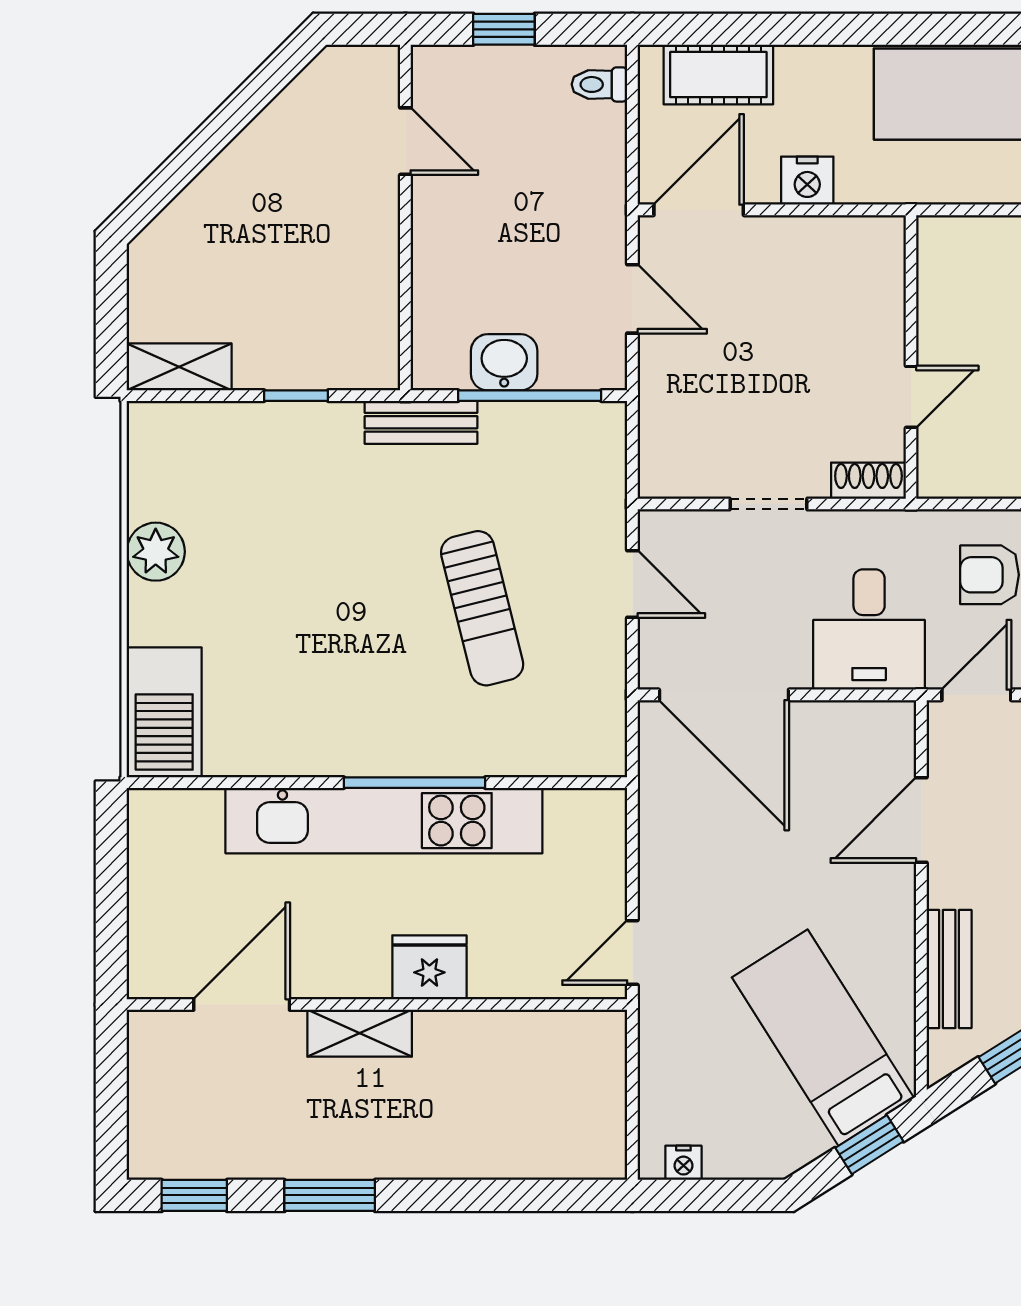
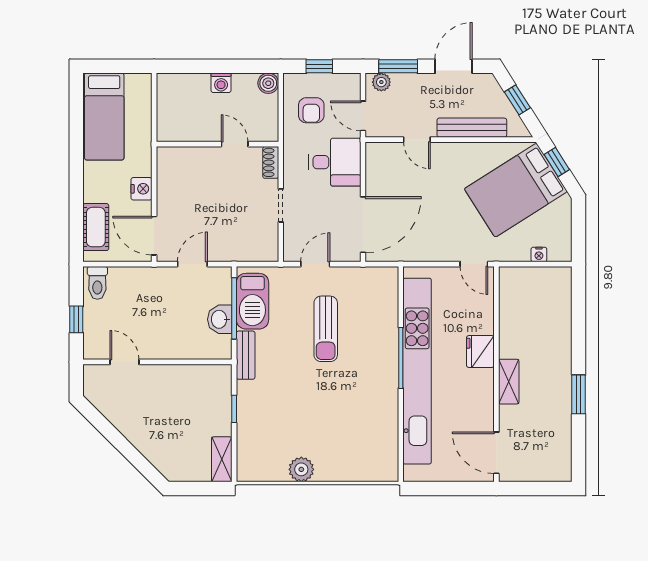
toilet: (599, 84) -> (97, 283), width x1.37, depth x1.39
door: (405, 141) -> (125, 362), hinge flipped
sun lounger: (482, 608) -> (326, 329), turned 104
barbecue: (164, 712) -> (252, 301), moved, turned 90
door: (921, 820) -> (417, 140), width x0.73
kitchen unit: (384, 821) -> (417, 371), width x1.36
bench: (949, 969) -> (472, 128), width x1.36
door: (242, 1004) -> (496, 453), moved
bed: (823, 1038) -> (516, 190), width x1.50
nightstand: (683, 1163) -> (539, 254), moved, turned 90
window: (194, 1195) -> (579, 453), removed

